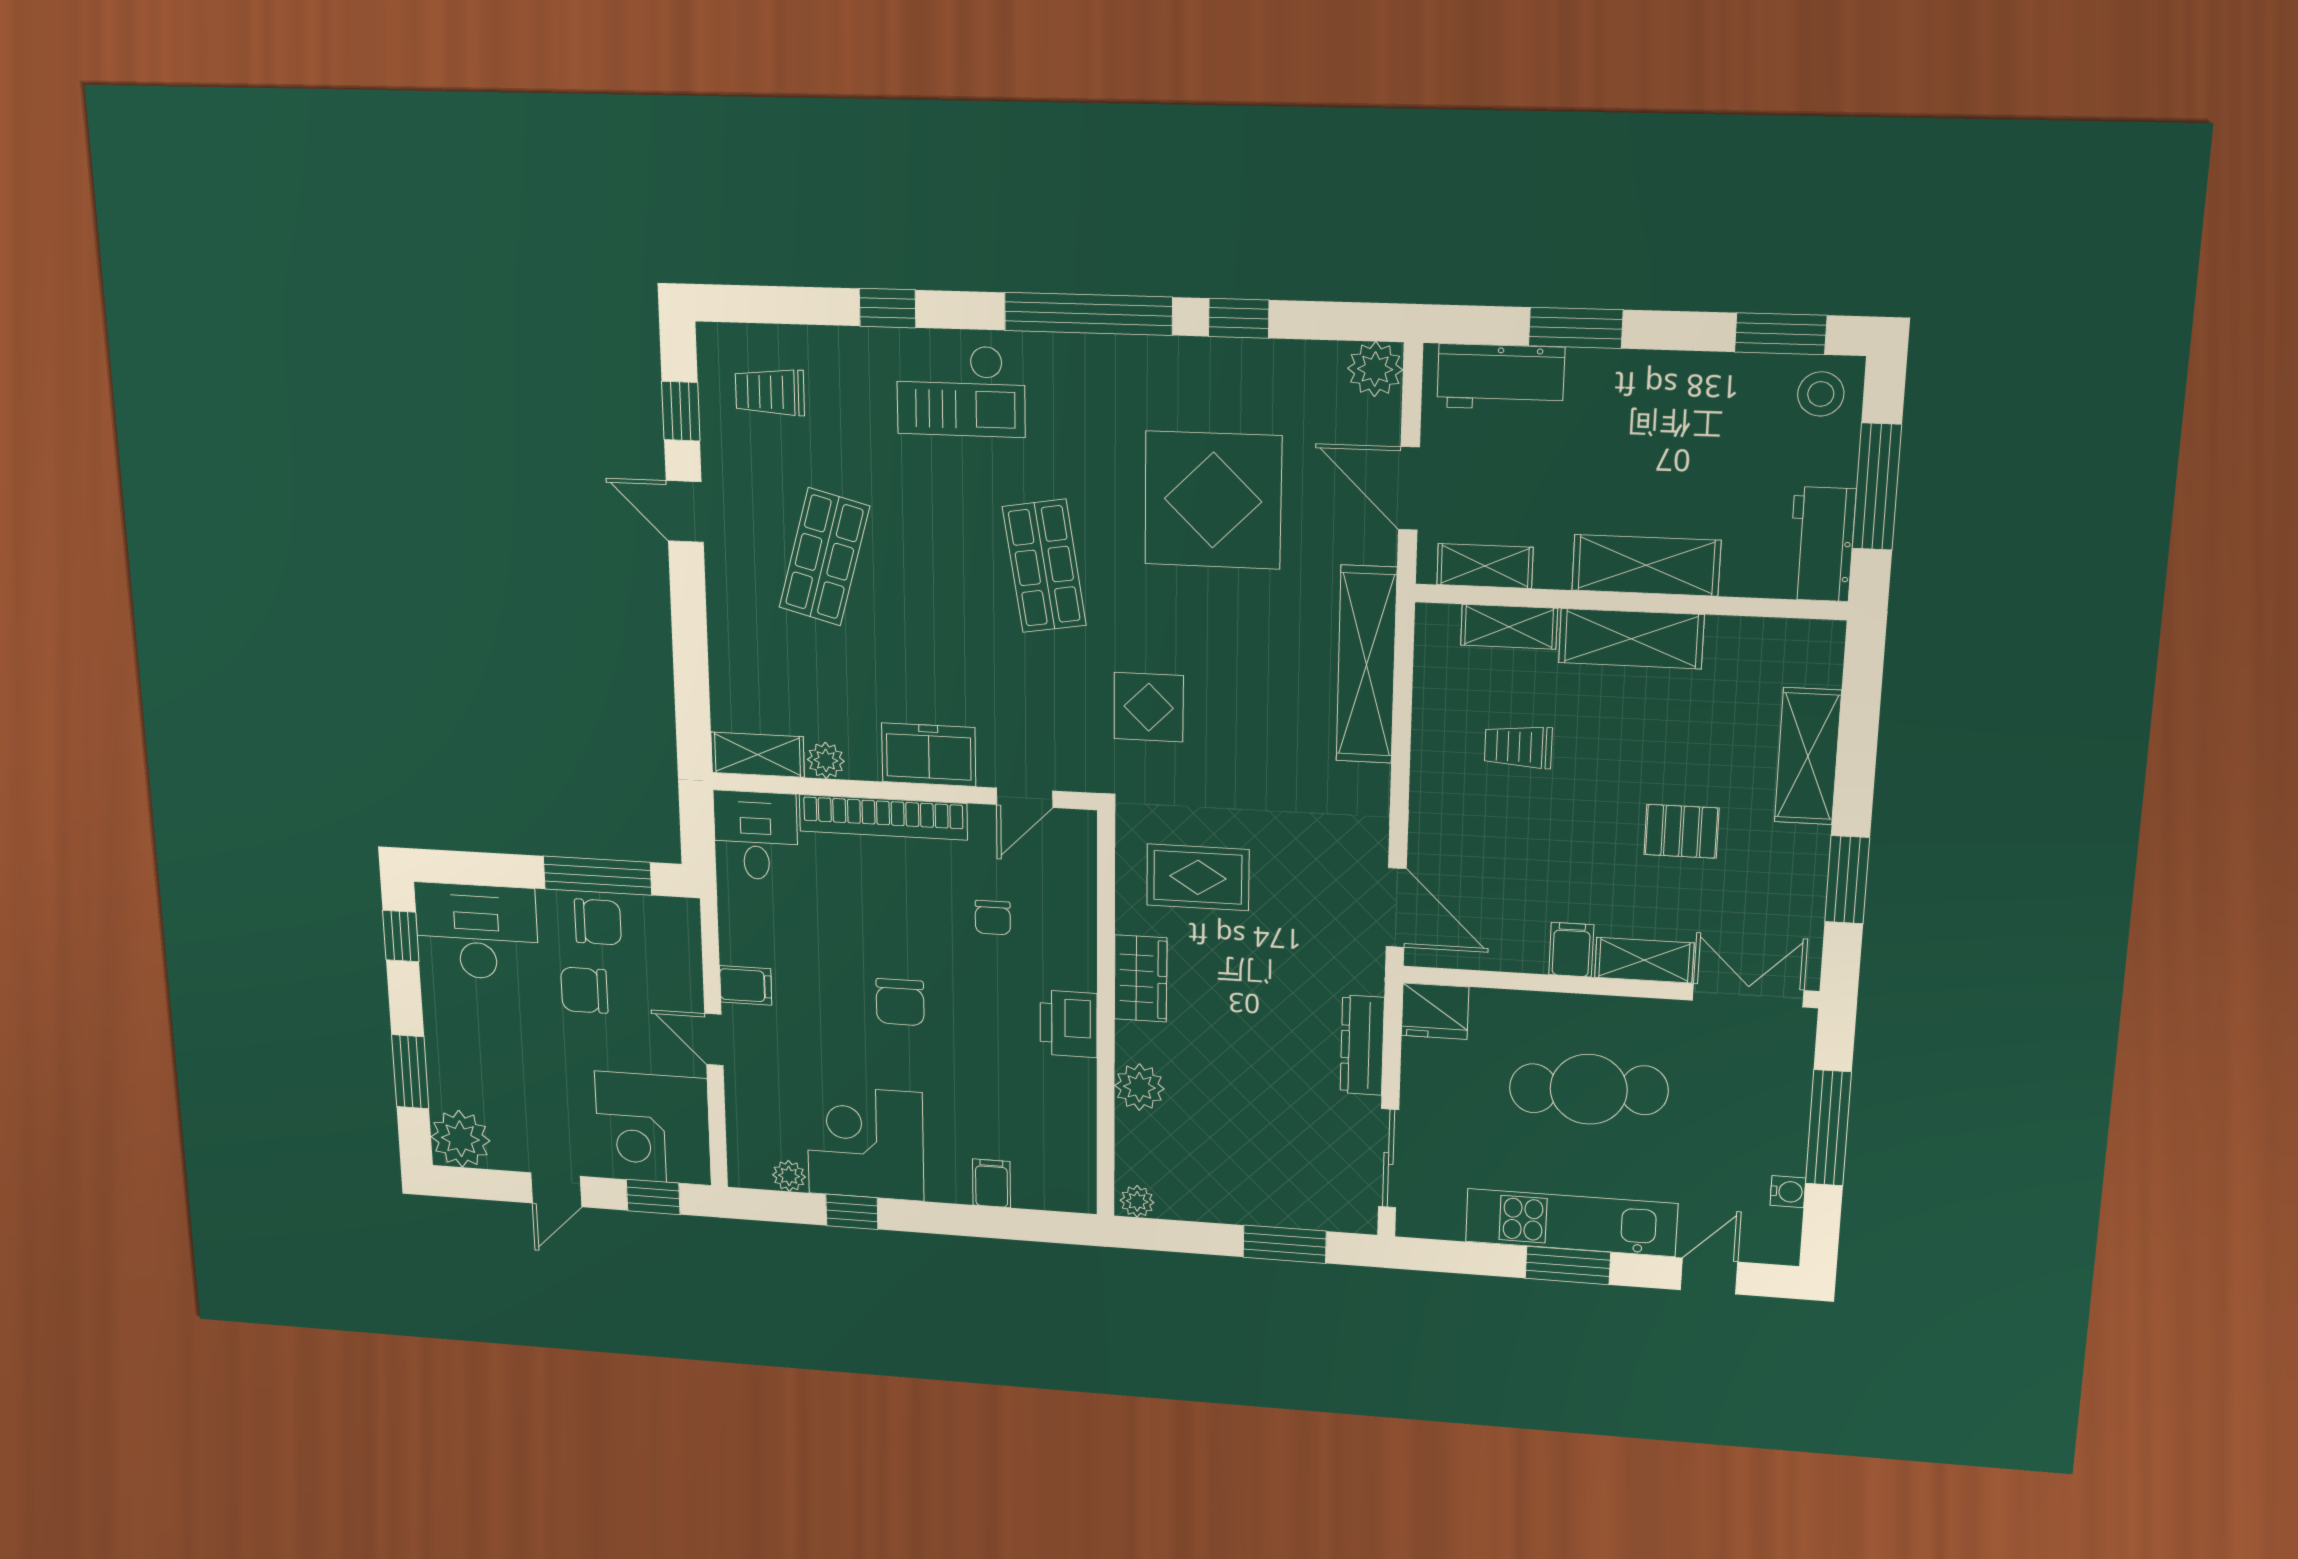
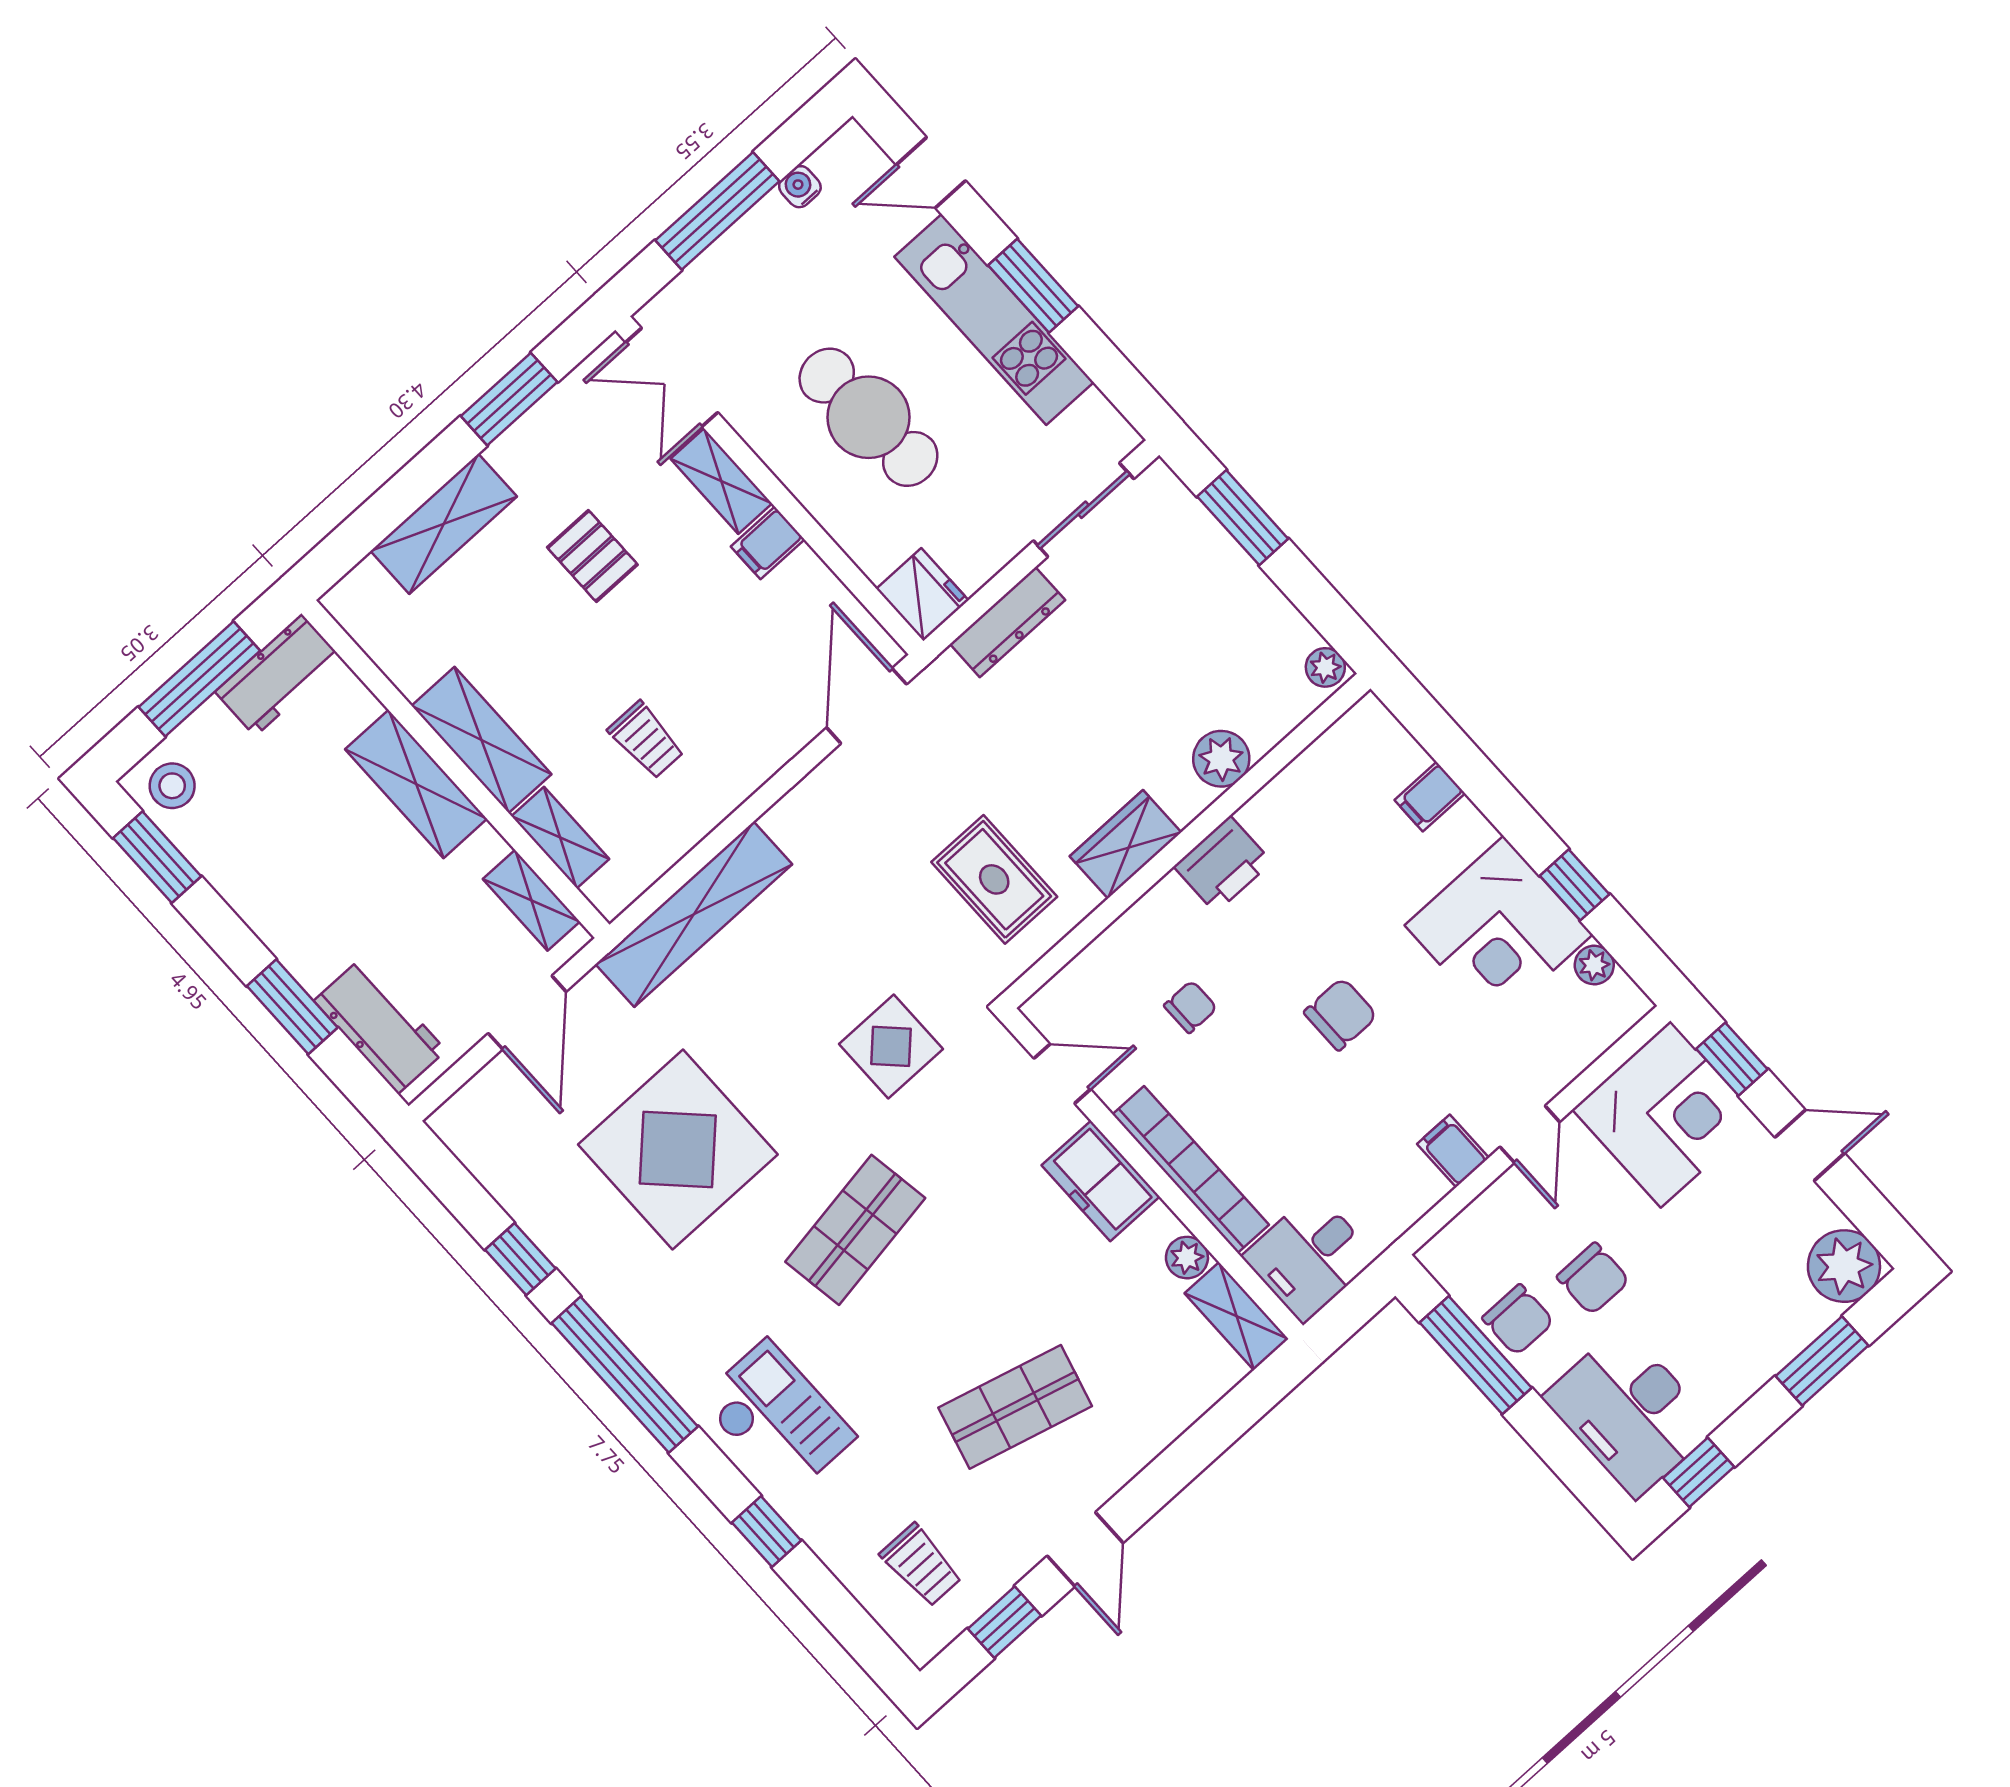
plant: (1375, 369) -> (462, 1123), removed
chair: (598, 922) -> (1518, 1320), turned 180

